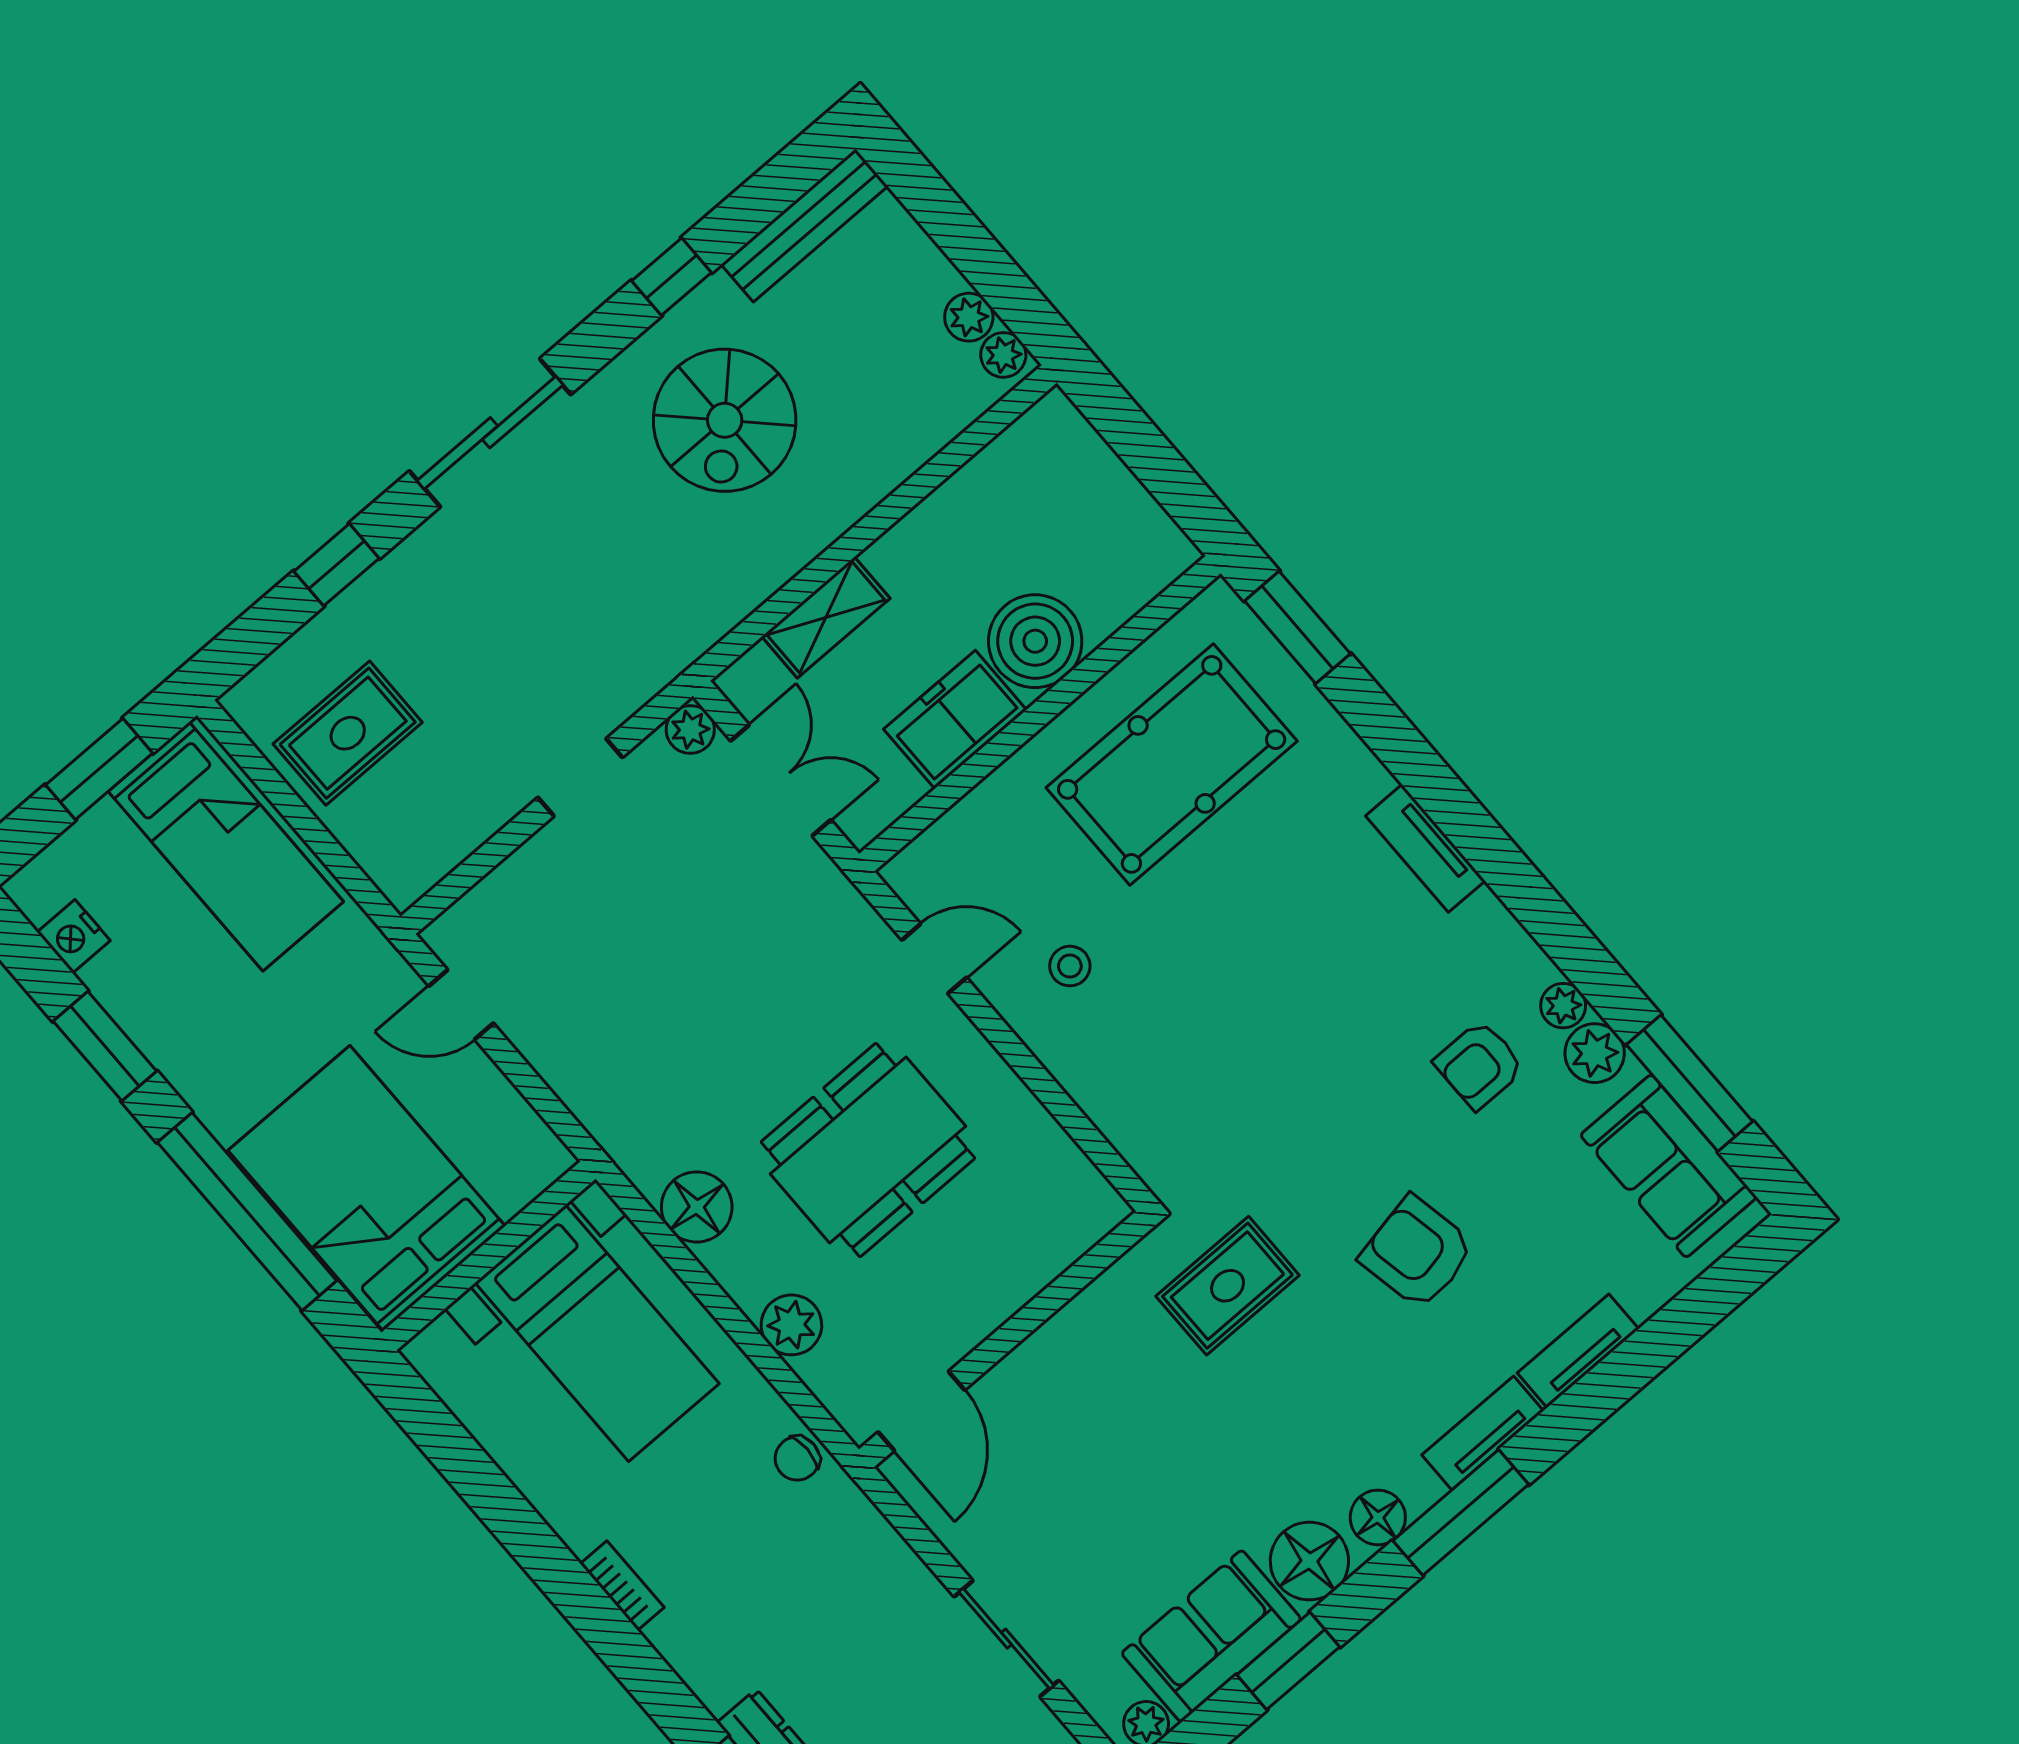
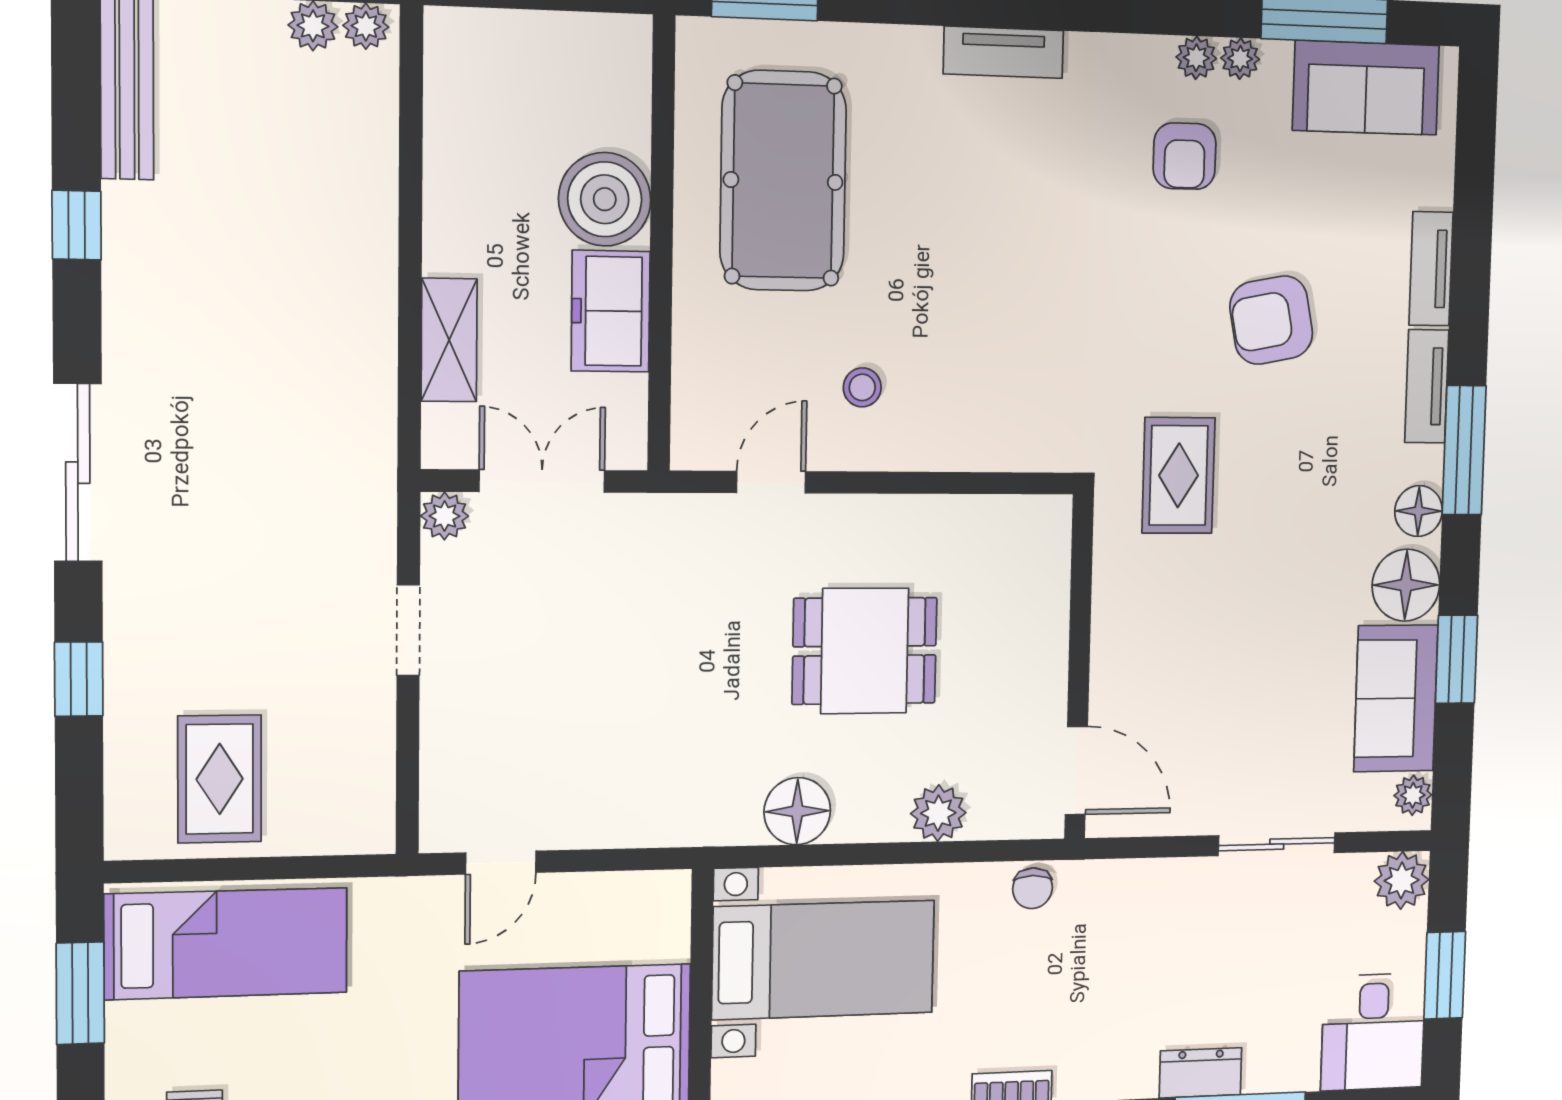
spiral stairs: (725, 420) -> (228, 284), removed
plant: (1595, 1053) -> (1240, 59), width x0.73, depth x0.73
dining table: (868, 1150) -> (865, 651), width x0.73

